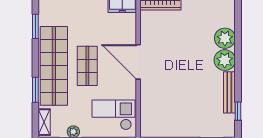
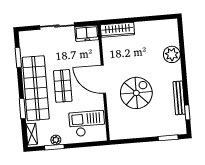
plant: (225, 60) -> (173, 72), removed
spiral stairs: (177, 82) -> (136, 93), added

